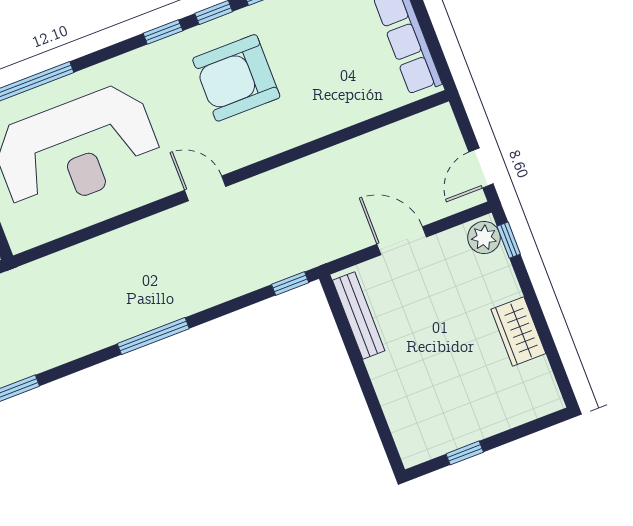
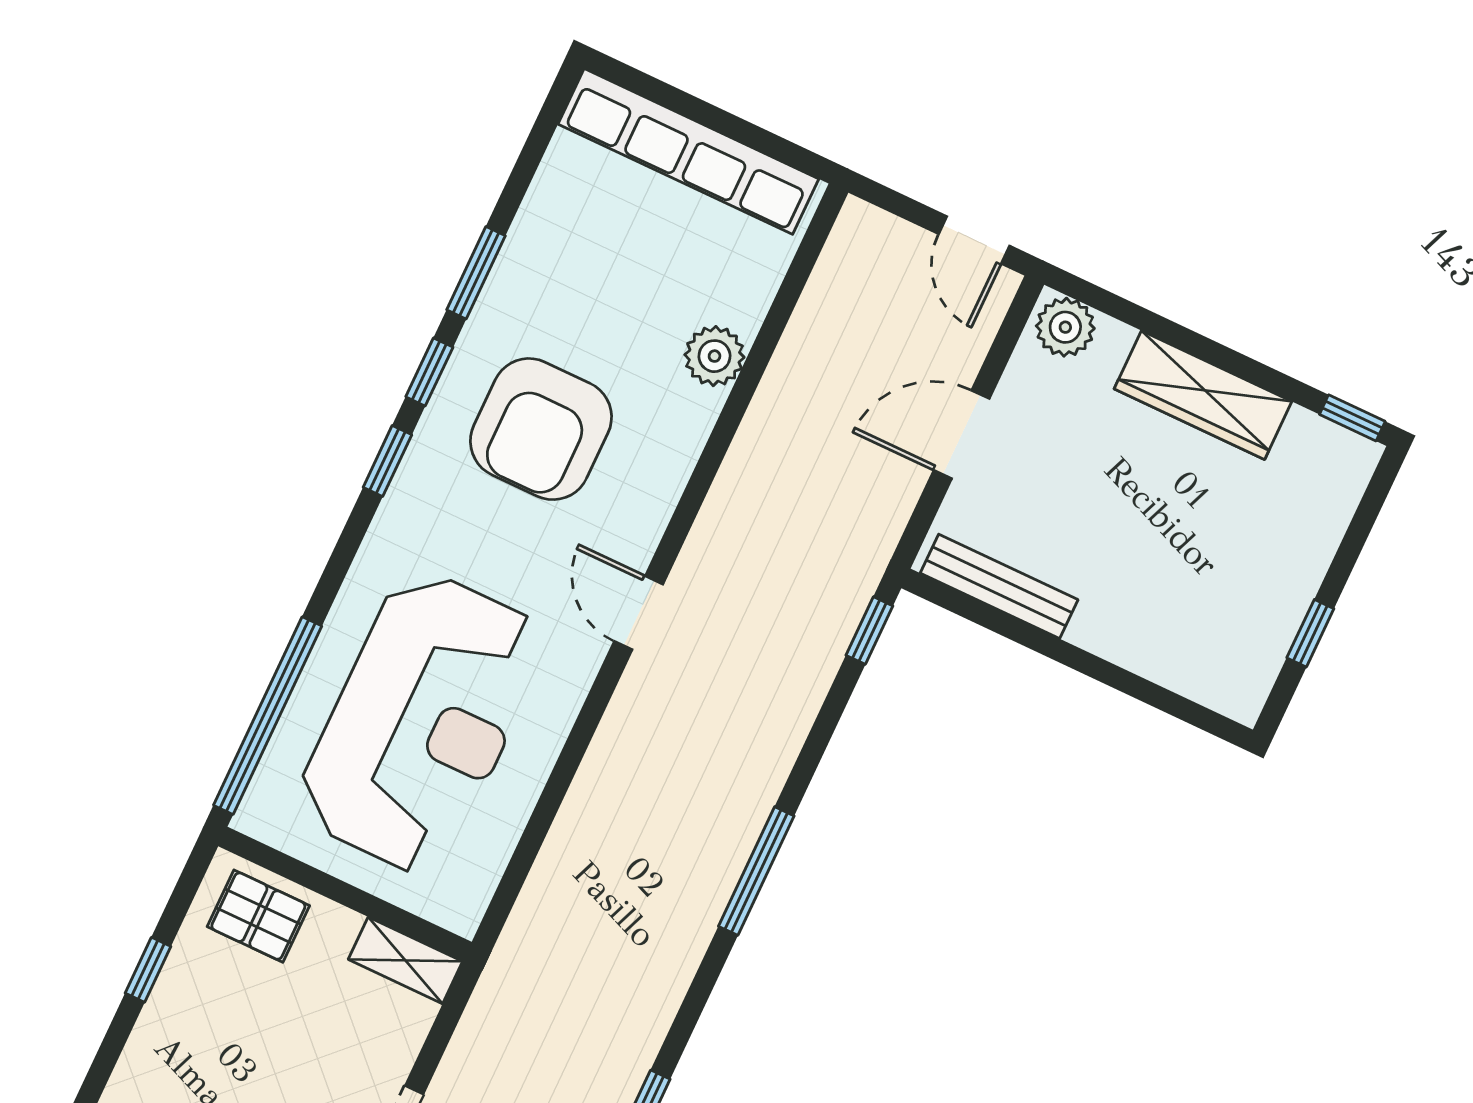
plant: (333, 115) -> (714, 356), added
door: (205, 188) -> (639, 613), hinge flipped
window: (509, 240) -> (1352, 418), moved
wardrobe: (518, 331) -> (1203, 395), width x1.50

